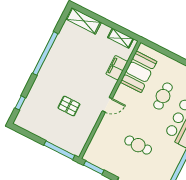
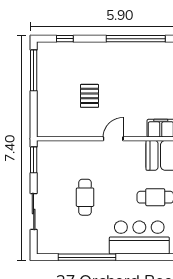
door: (107, 105) -> (113, 139), swing flipped
window: (59, 150) -> (34, 70), moved

